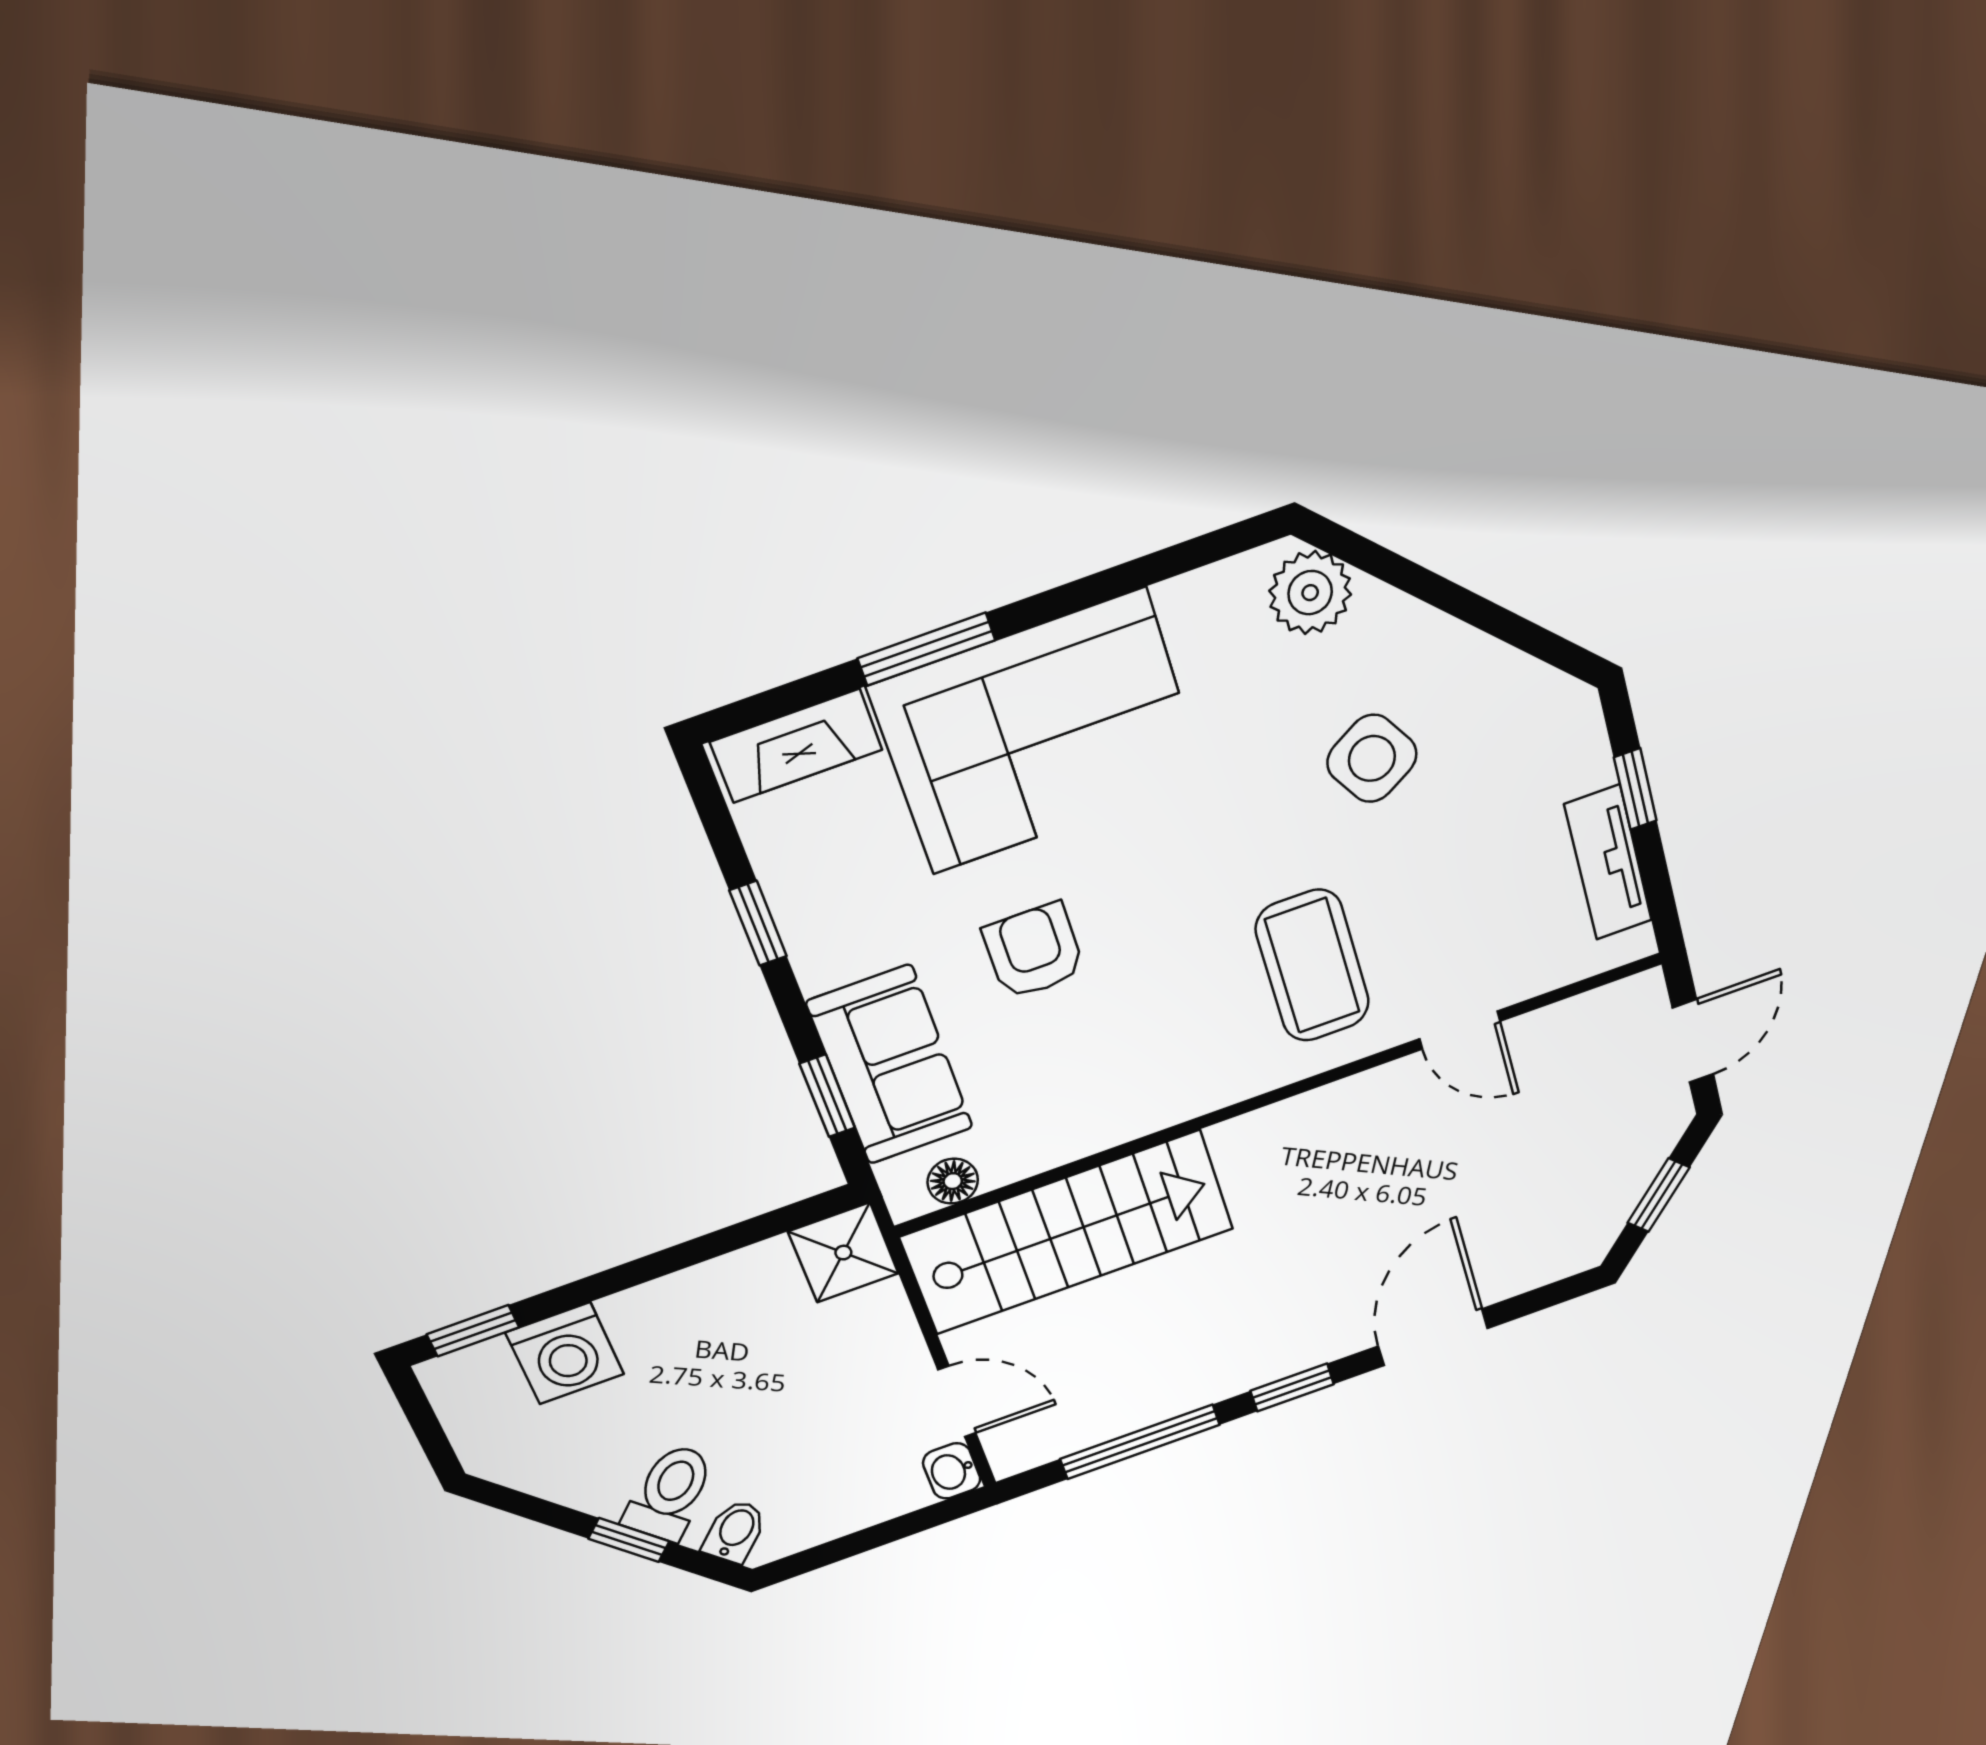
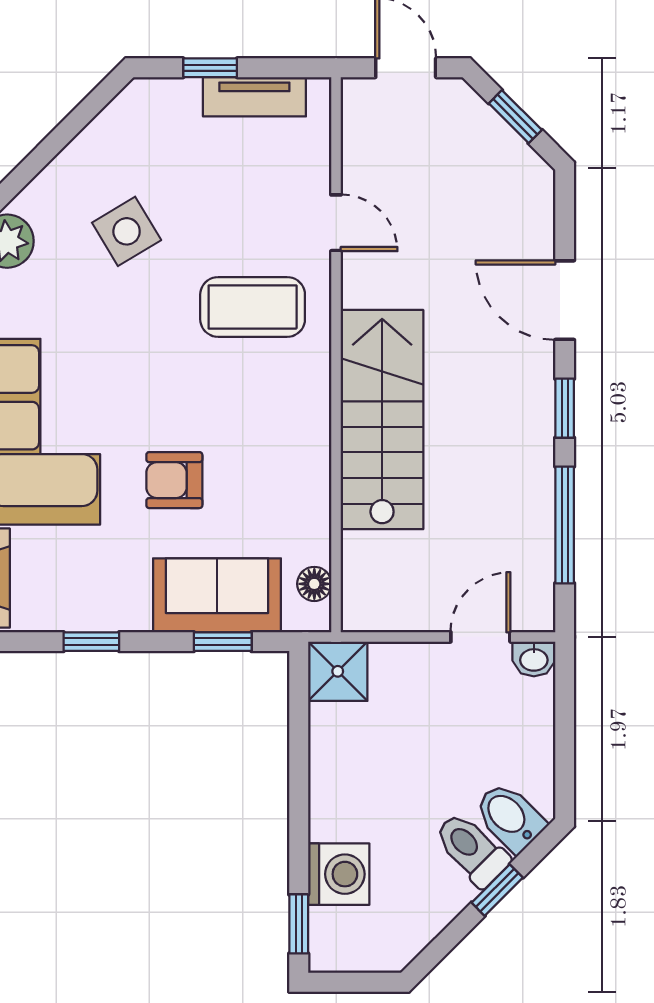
door: (1460, 1030) -> (336, 223), hinge flipped
stairs: (1067, 1233) -> (382, 420), moved
bidet: (735, 1532) -> (510, 817), width x1.38, depth x1.36

